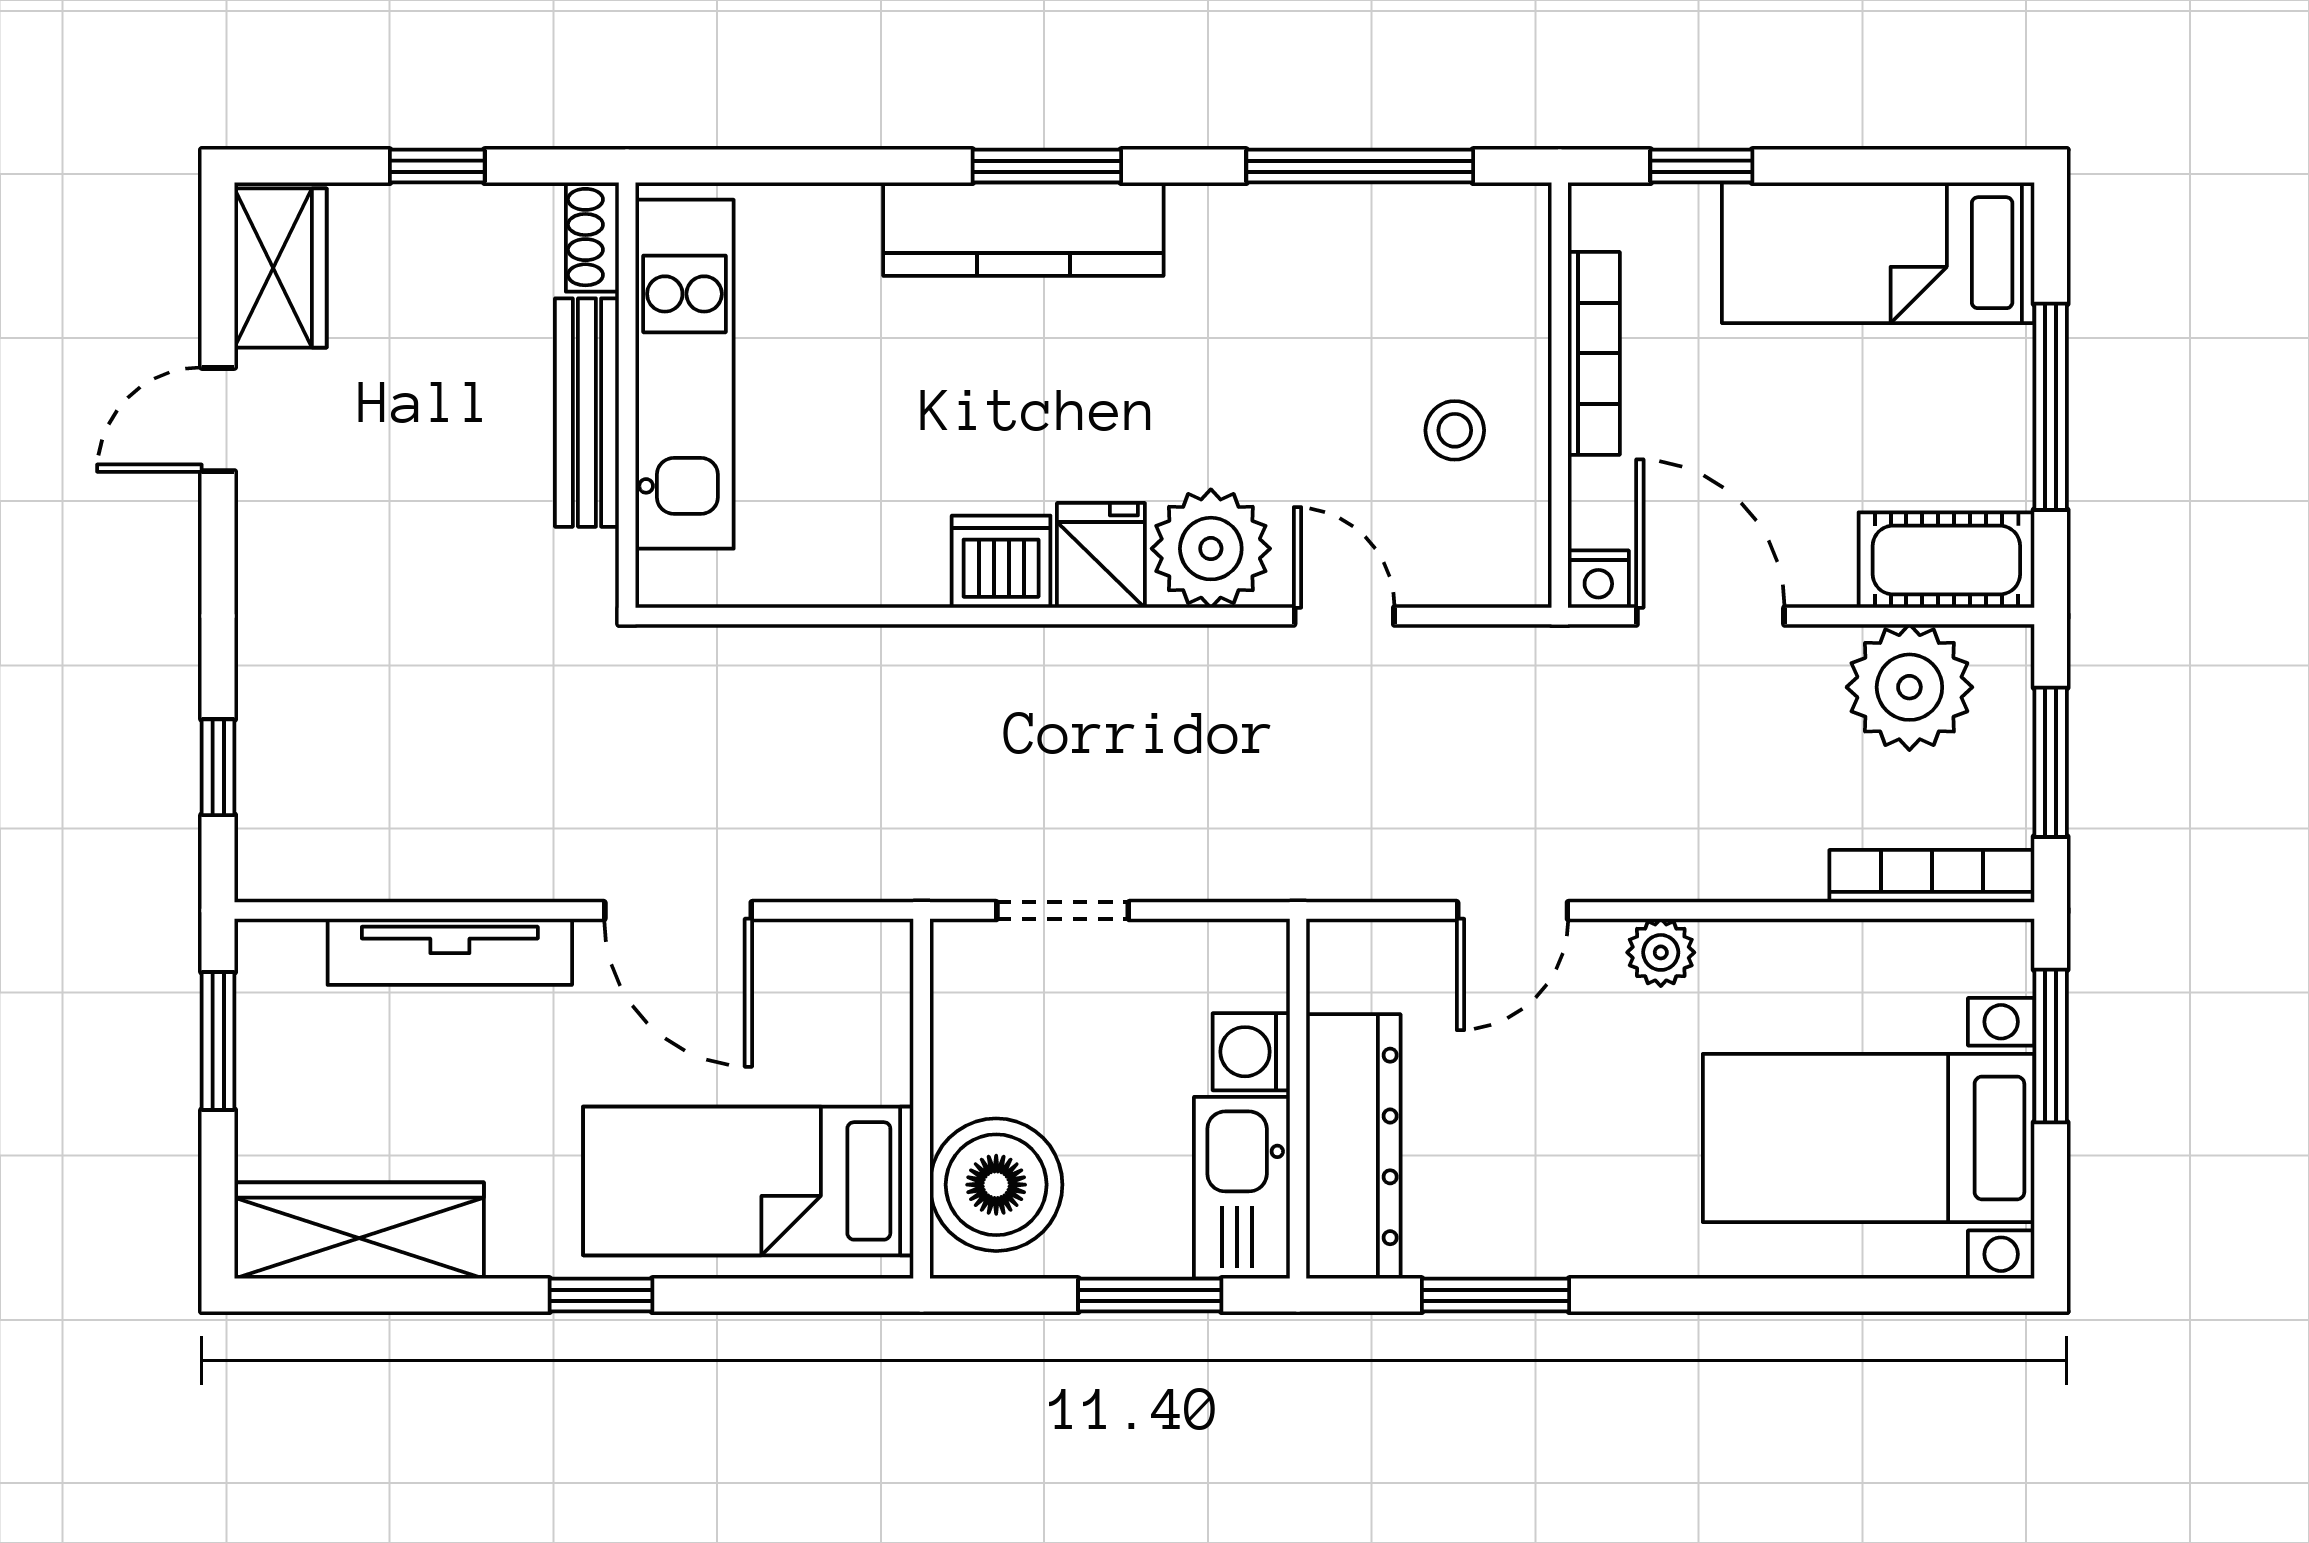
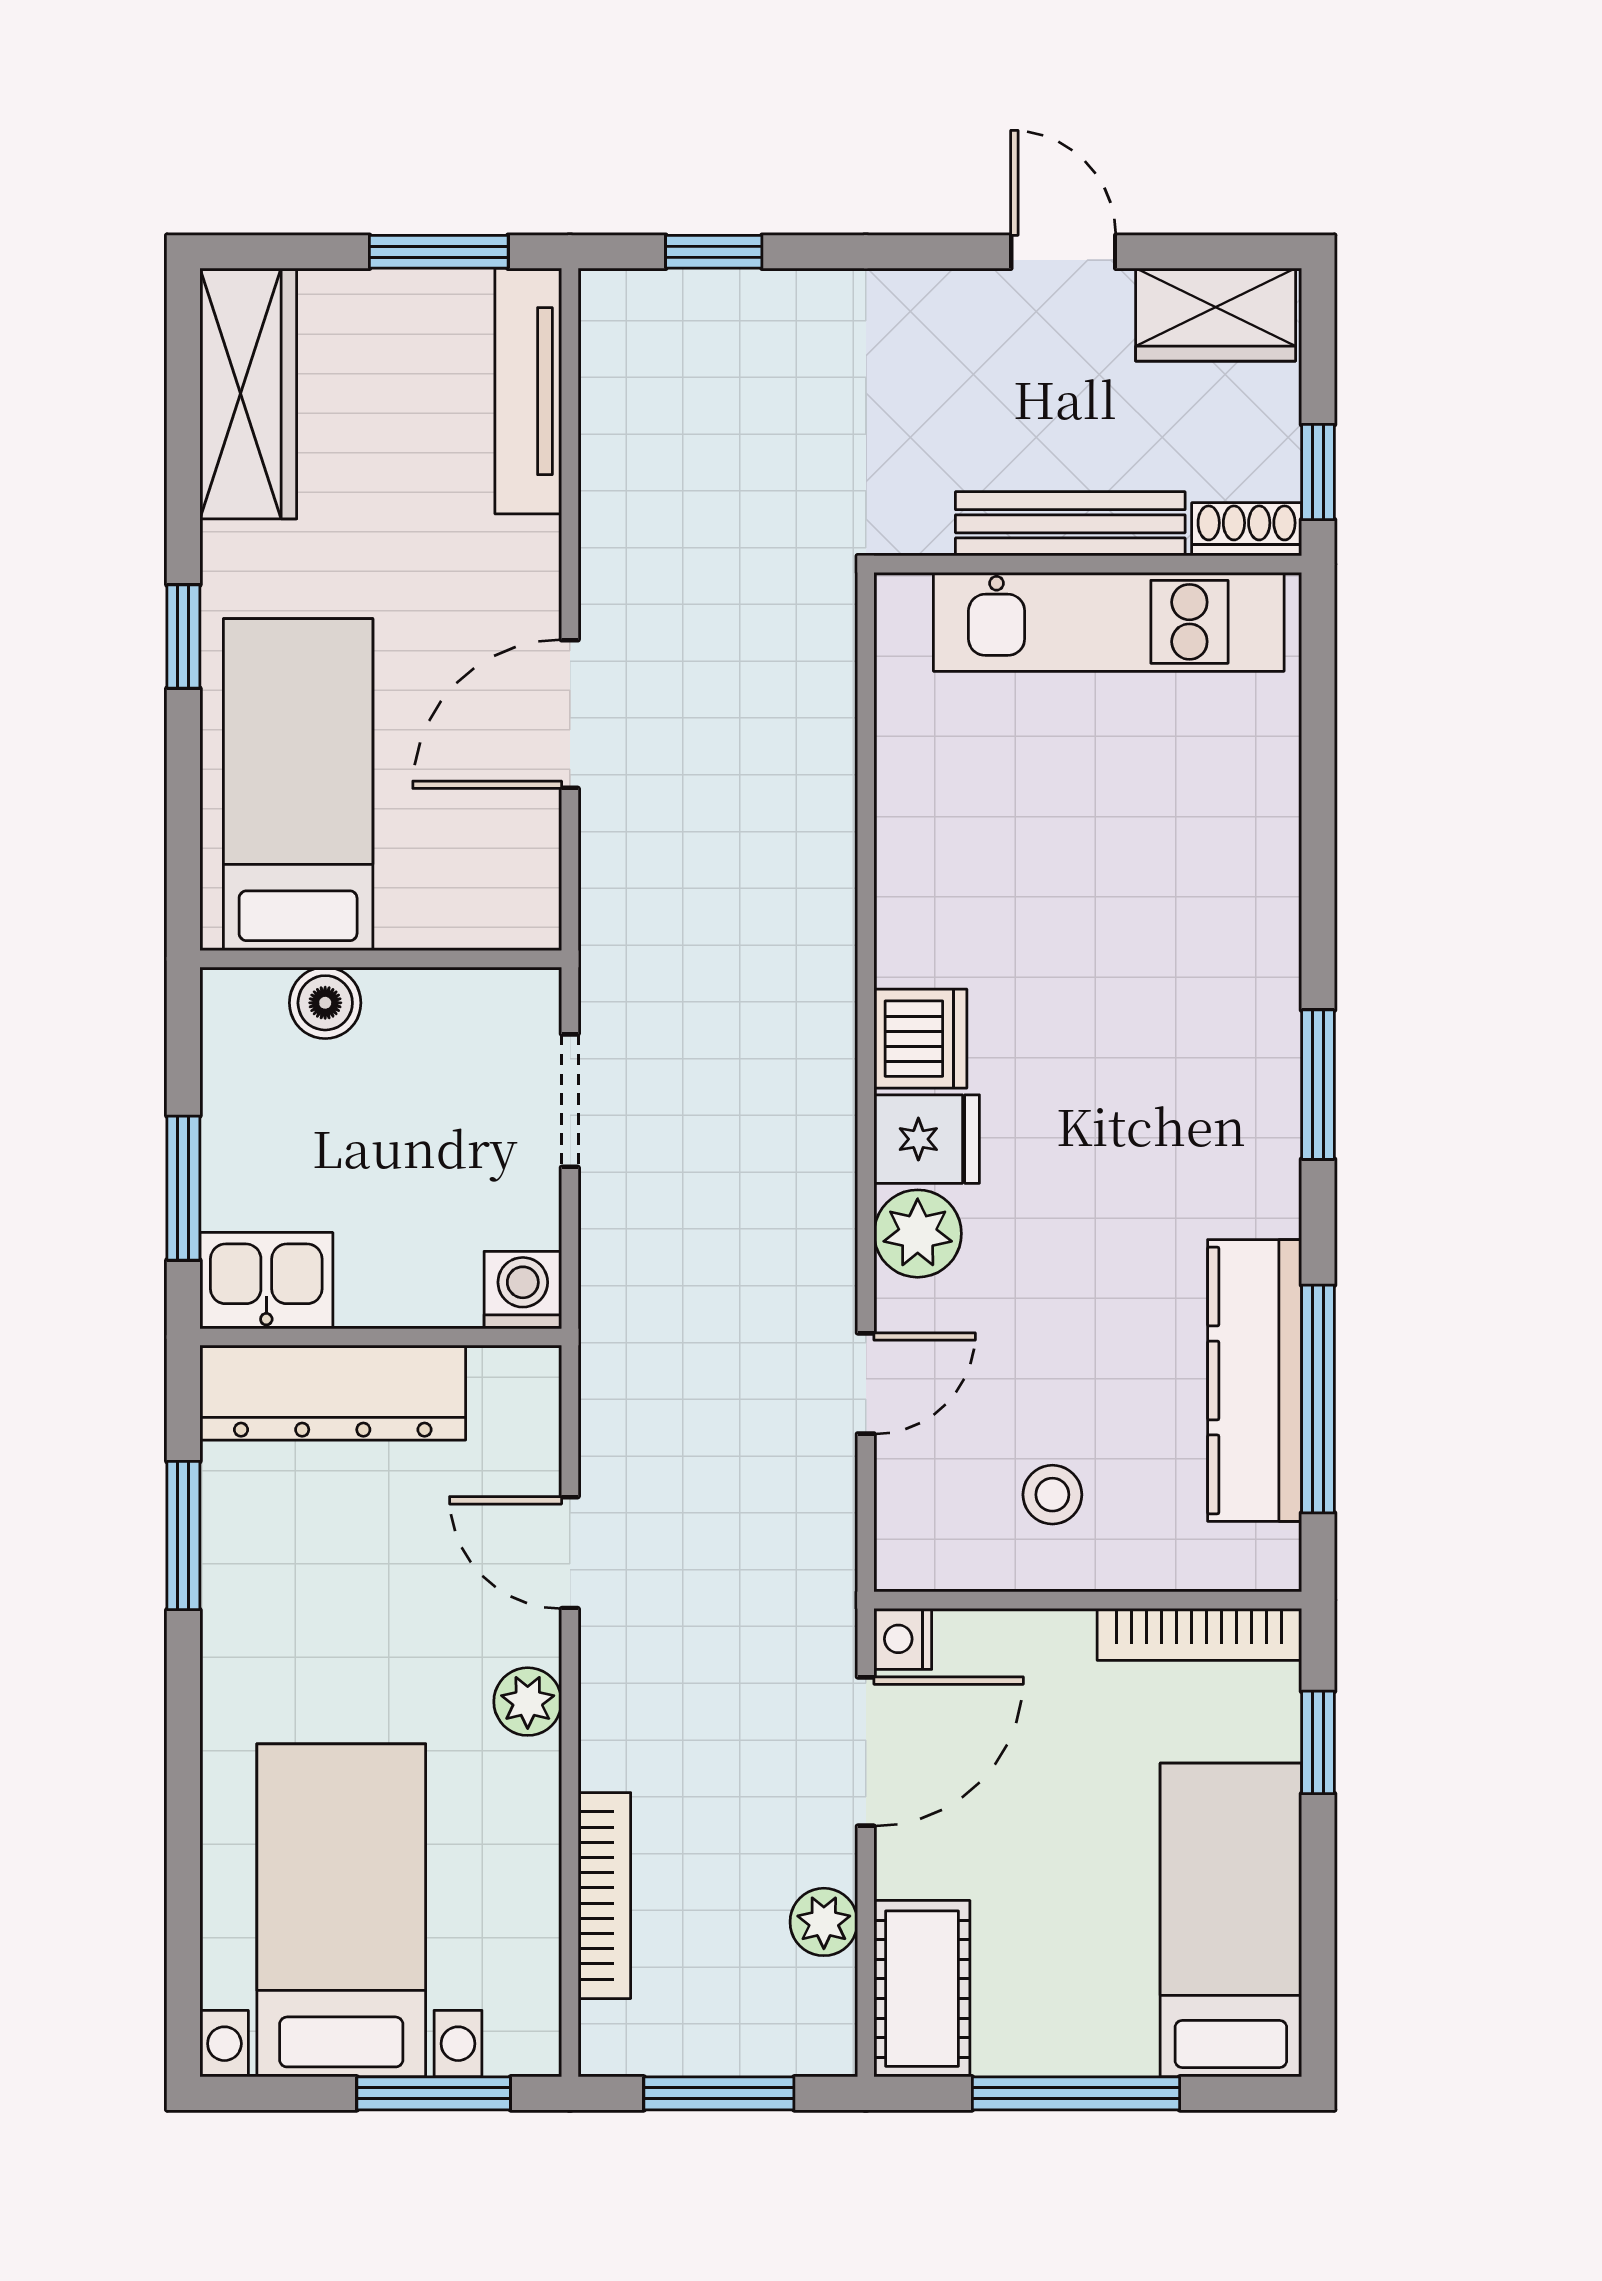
kitchen counter: (1023, 229) -> (1255, 1380), moved
shoe rack: (592, 237) -> (1247, 529), moved
bookcase: (1594, 353) -> (1199, 1634), moved
kitchen unit: (684, 374) -> (1109, 622), moved
wall: (627, 395) -> (1088, 564), moved
bench: (587, 413) -> (1070, 524), moved
plant: (1211, 549) -> (918, 1234), width x0.73, depth x0.73
plant: (1909, 687) -> (824, 1922), width x0.53, depth x0.53
bookcase: (1932, 876) -> (604, 1896), moved
tv unit: (450, 952) -> (528, 391), moved
washing machine: (1251, 1052) -> (523, 1290), moved
boiler: (996, 1185) -> (325, 1003), width x0.54, depth x0.54
kitchen sink: (1242, 1188) -> (266, 1281), width x0.73

